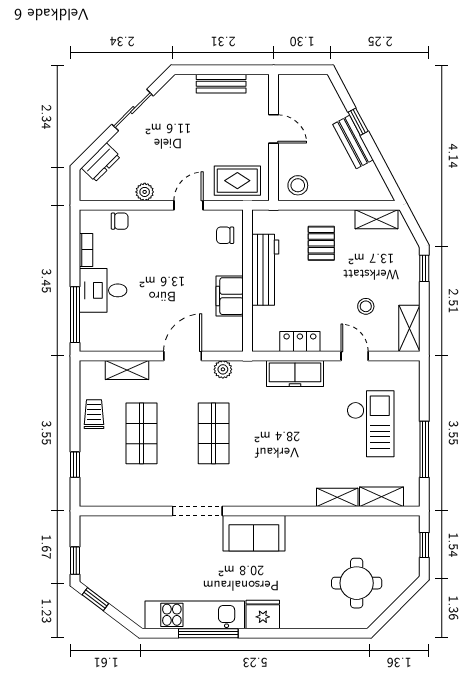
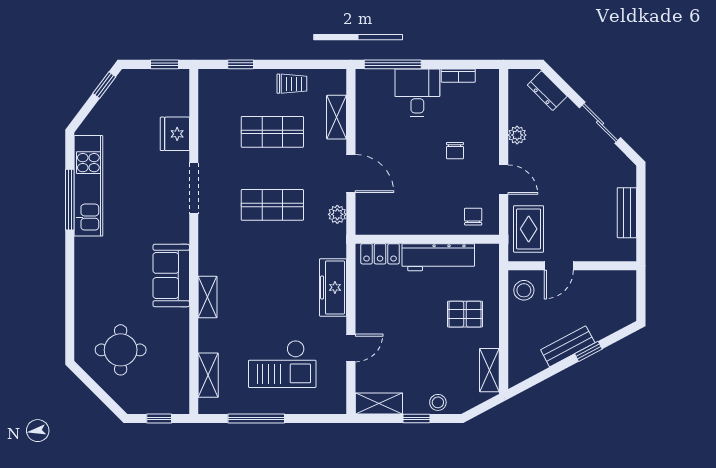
door: (274, 129) -> (559, 266), moved
chair: (120, 221) -> (455, 151), moved
window: (424, 268) -> (417, 419), moved
filing cabinet: (230, 296) -> (412, 221), removed
stool: (366, 306) -> (438, 402), moved
locker: (300, 341) -> (380, 254), moved, turned 90
shelving: (337, 497) -> (208, 297), moved
sofa: (254, 533) -> (171, 275), moved
window: (75, 561) -> (164, 64), moved
fridge: (263, 614) -> (175, 134), moved, turned 180

